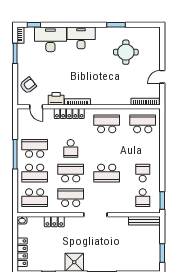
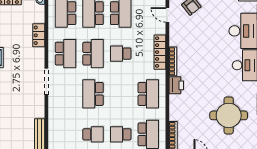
round table: (126, 52) -> (229, 115), width x1.36, depth x1.36
printer: (56, 99) -> (176, 85), moved
door: (36, 107) -> (167, 15), hinge flipped
school desk: (143, 198) -> (121, 134), moved

